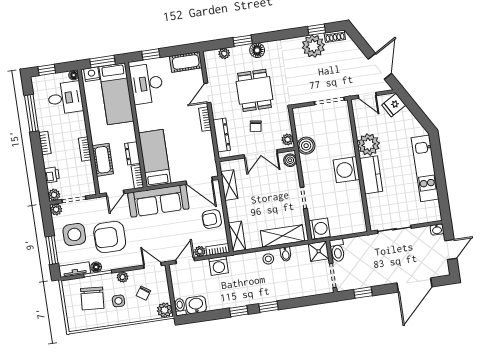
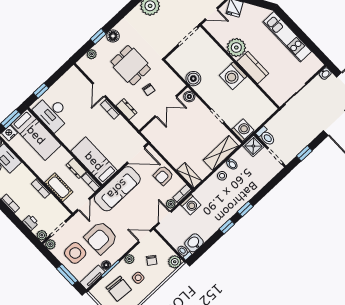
cot: (186, 62) -> (69, 79), removed
dresser: (222, 135) -> (127, 109), width x0.70
plant: (288, 139) -> (177, 83), removed
shelving: (229, 185) -> (159, 143), removed

